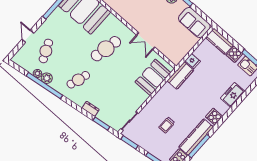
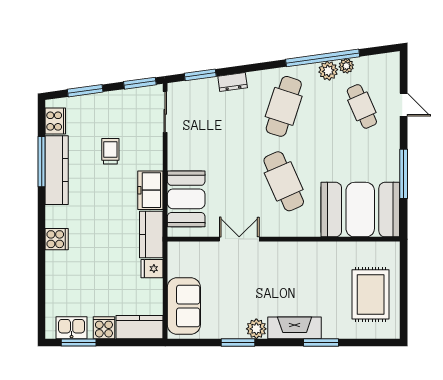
sofa: (194, 23) -> (184, 306), moved, turned 90
cafe table: (106, 49) -> (284, 181), turned -36
cafe table: (78, 80) -> (284, 106), width x1.37, depth x1.35
freezer: (233, 95) -> (150, 190), moved, turned 180
cooker: (214, 117) -> (57, 239), moved

